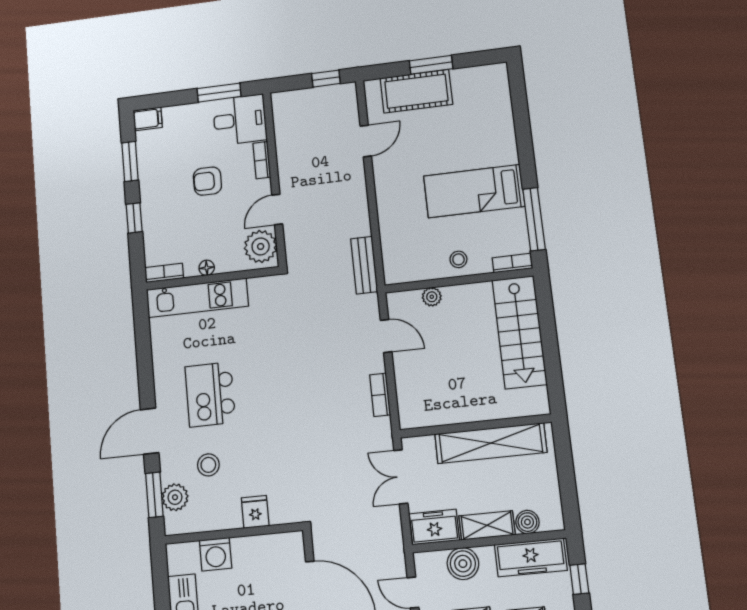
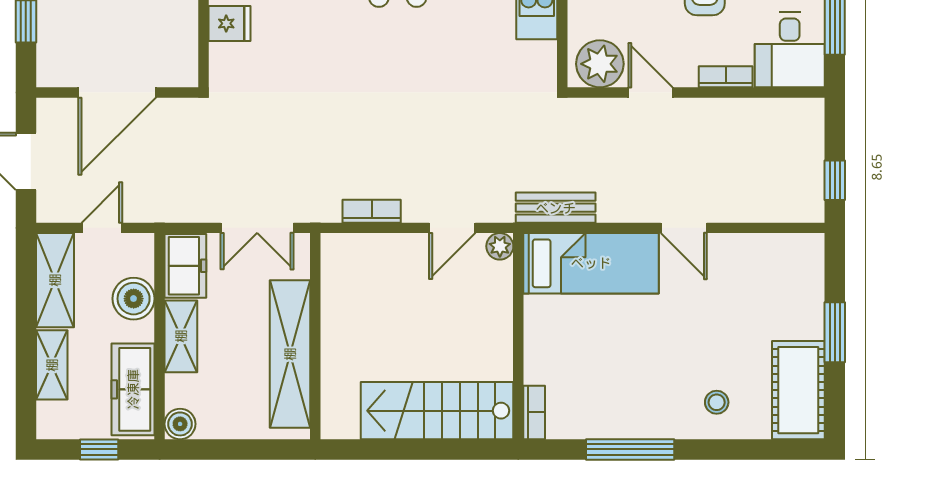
cot: (416, 91) -> (798, 390), moved
door: (366, 141) -> (684, 228), moved
bed: (474, 191) -> (591, 263), moved, turned 90
window: (534, 219) -> (630, 449), moved
stool: (458, 259) -> (717, 402), moved
plant: (432, 297) -> (500, 246), moved
double door: (401, 477) -> (257, 228), swing flipped
boiler: (527, 522) -> (180, 424), moved

